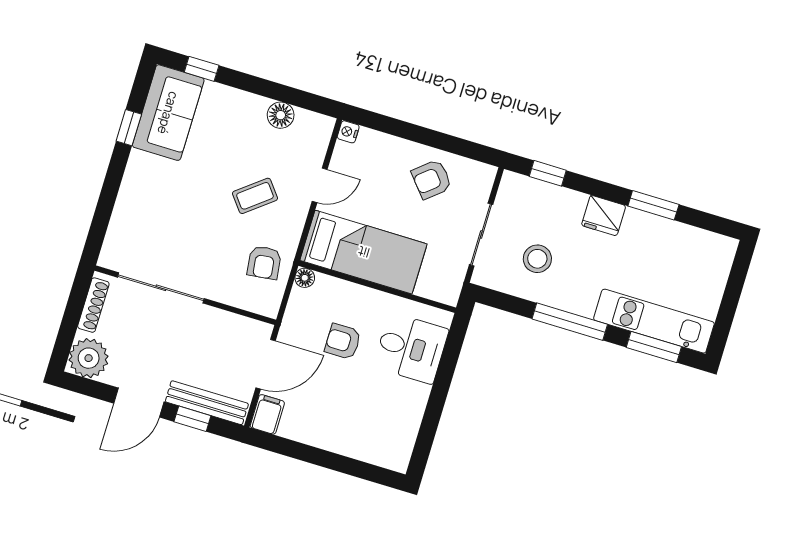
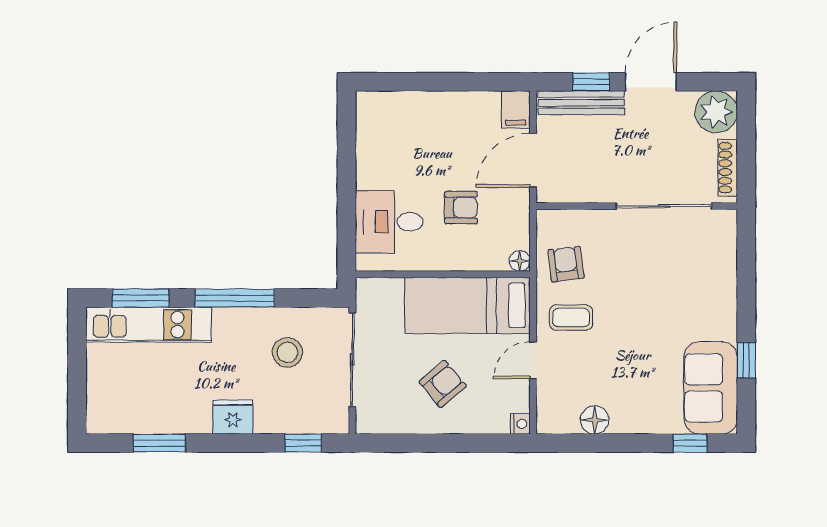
armchair: (432, 179) -> (443, 384), moved
coffee table: (255, 196) -> (571, 318), moved, turned 38
window: (653, 205) -> (159, 443), moved
sliding door: (481, 235) -> (352, 360), width x1.37

